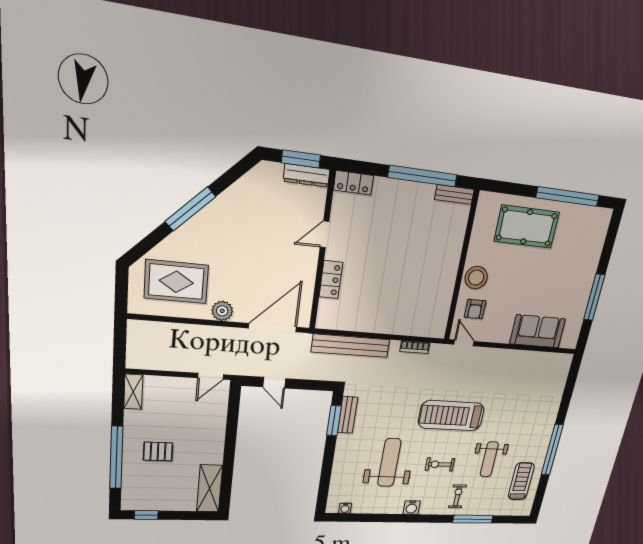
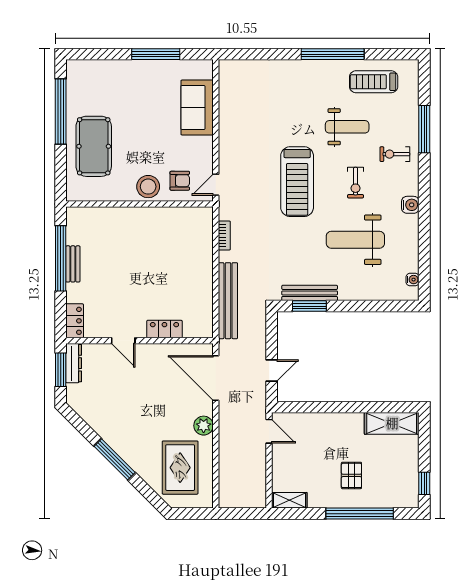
bench: (454, 194) -> (73, 264), moved
bench: (348, 415) -> (310, 293), width x1.36

